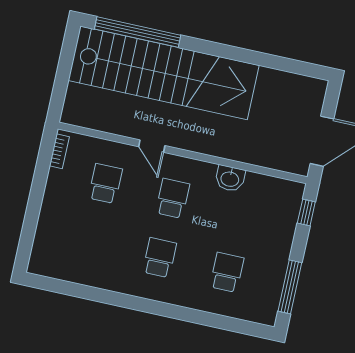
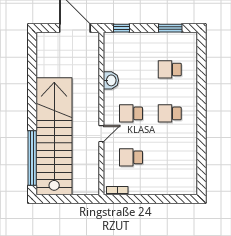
window: (290, 287) -> (170, 28), width x0.69

